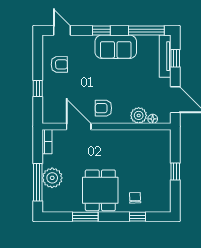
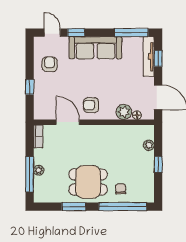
window: (101, 31) -> (76, 33), moved
sofa: (116, 47) -> (95, 48), width x1.36
armchair: (59, 64) -> (50, 64), turned -89
plant: (165, 151) -> (149, 145), added
plant: (52, 178) -> (39, 170), width x0.53, depth x0.53
dining table: (100, 190) -> (88, 182), turned 90
window: (137, 217) -> (123, 207), width x3.17

